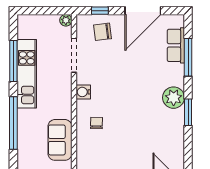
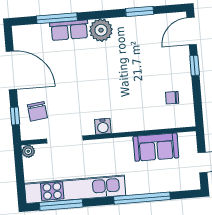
row of seats: (176, 45) -> (69, 30), moved
window: (13, 61) -> (61, 205), moved
kitchen unit: (27, 74) -> (75, 189), width x1.36
window: (188, 112) -> (140, 11), moved
chair: (97, 123) -> (172, 98), moved

